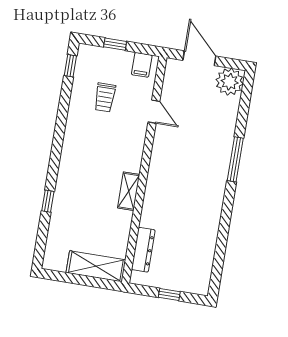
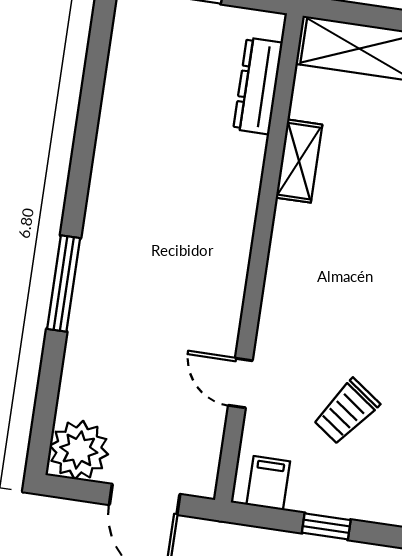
trolley: (105, 97) -> (346, 412), turned -144
shelving: (129, 191) -> (299, 161), moved

